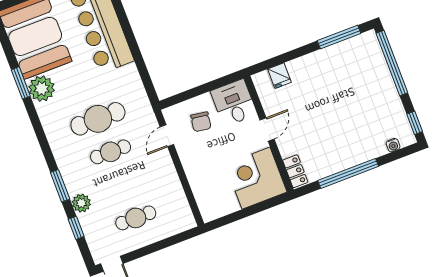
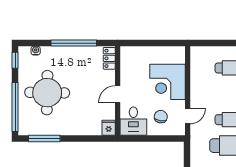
fridge: (279, 76) -> (109, 128), moved
round table: (358, 97) -> (47, 93), added
corner desk: (256, 178) -> (167, 82), moved, turned 90

